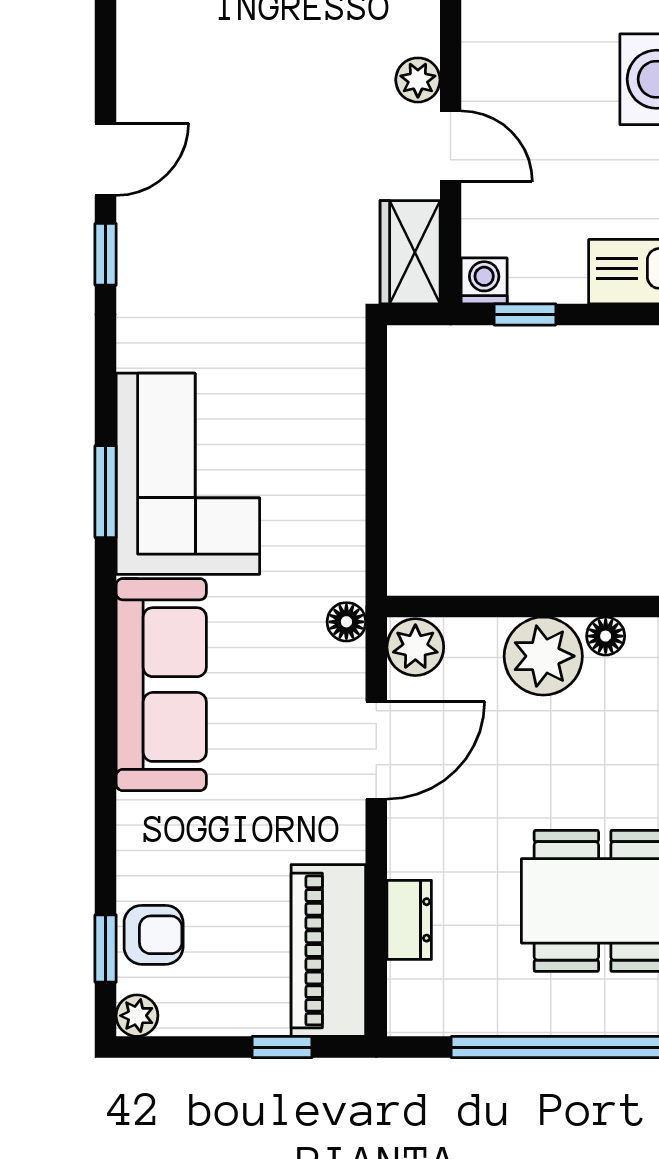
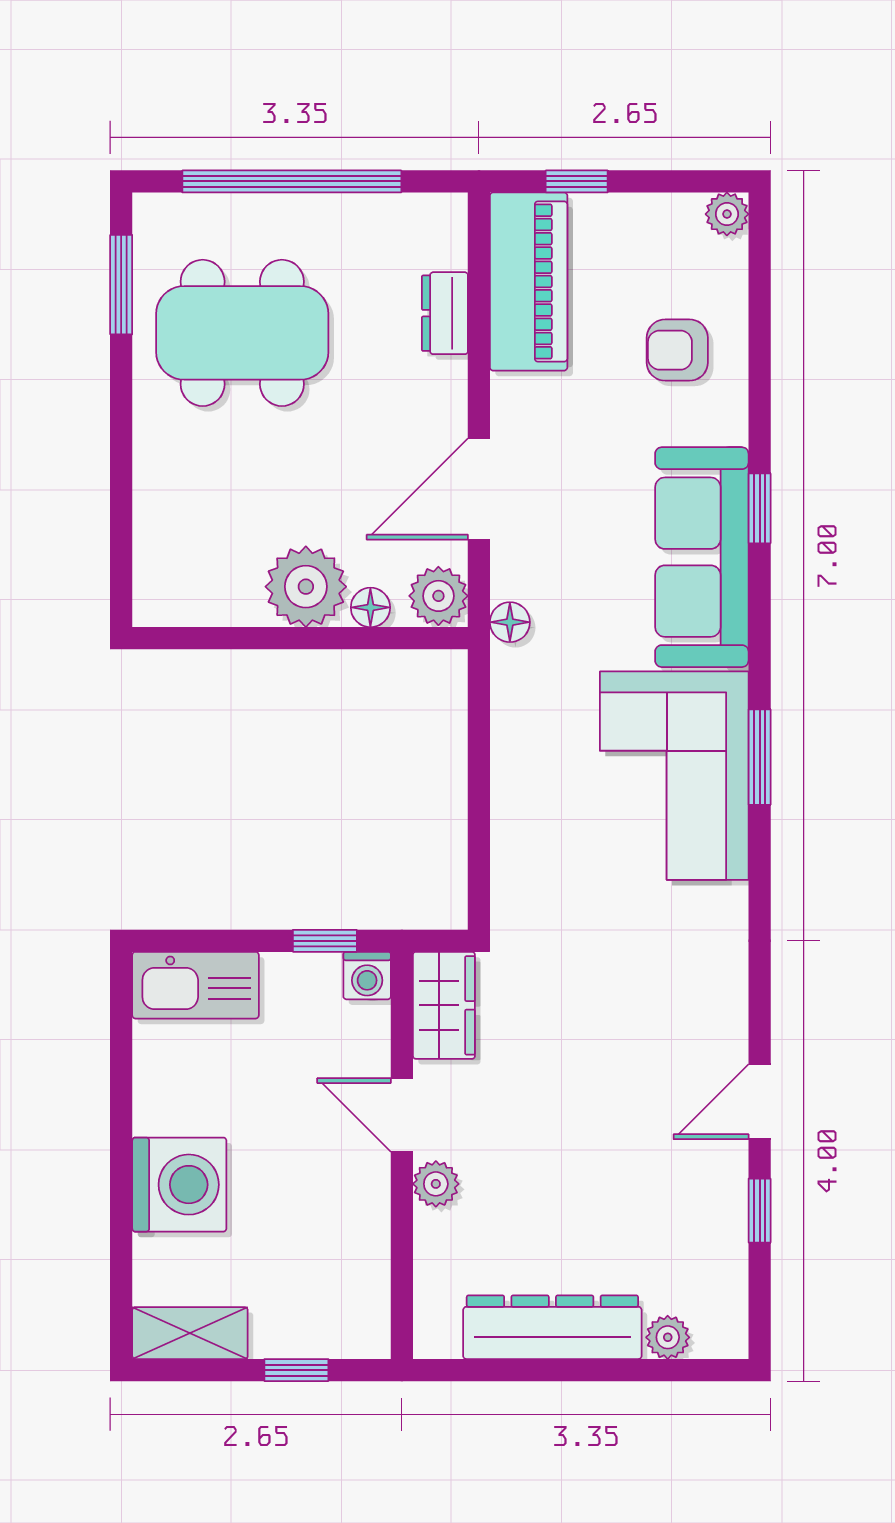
window: (106, 254) -> (760, 1211), moved
floor lamp: (606, 636) -> (370, 607), moved
armchair: (154, 935) -> (677, 350), moved
window: (106, 949) -> (760, 508), moved

